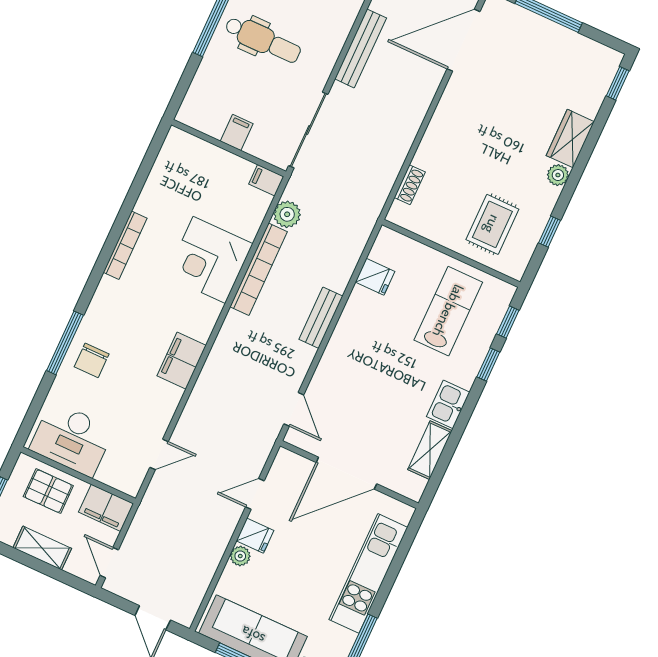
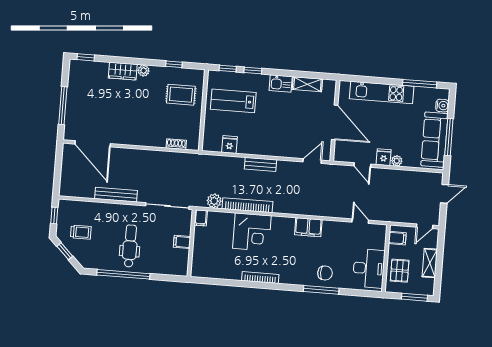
filing cabinet: (106, 508) -> (397, 238), width x0.50

